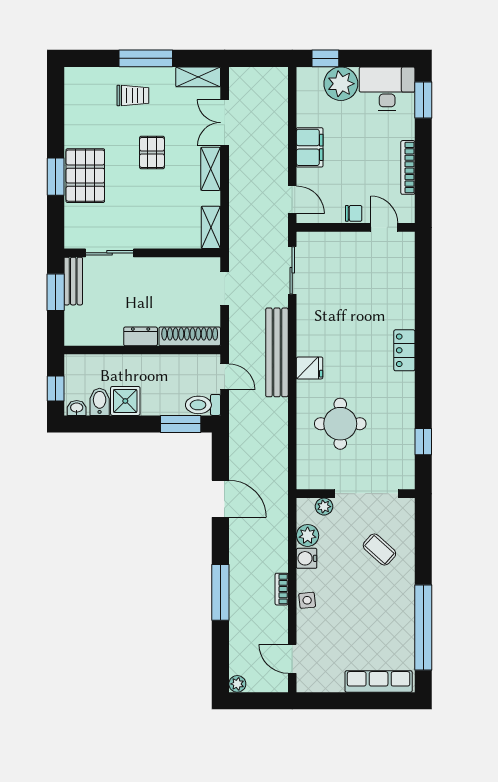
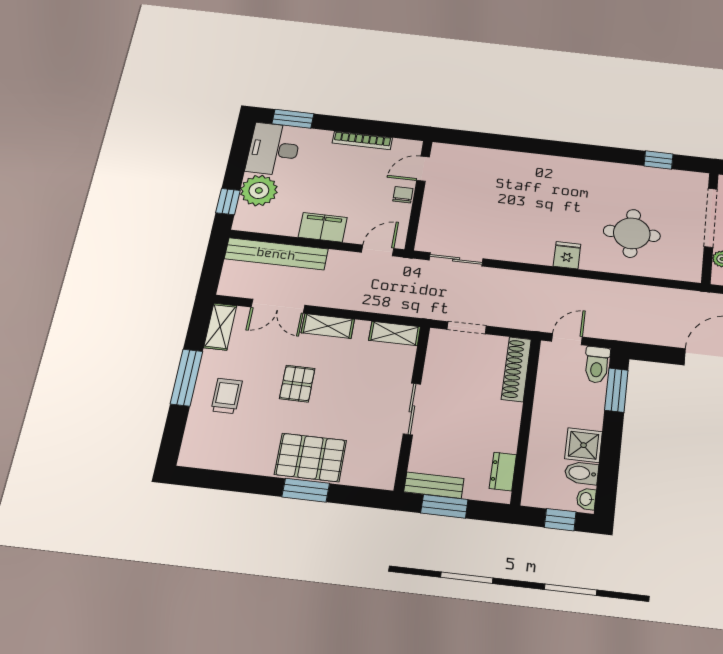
pallet: (152, 152) -> (297, 384), turned 90
sliding door: (109, 253) -> (412, 409), moved
dresser: (141, 336) -> (503, 472), moved
locker: (404, 350) -> (558, 166), removed
bench: (277, 352) -> (276, 254), moved

